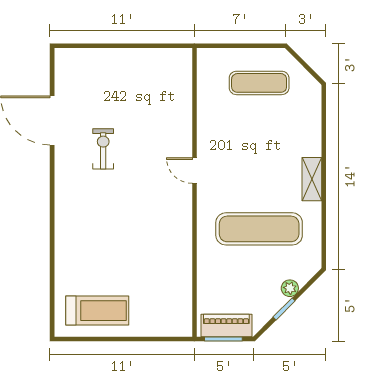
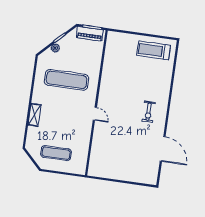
exercise bike: (103, 149) -> (149, 112), moved
shelving: (312, 179) -> (35, 115), moved

